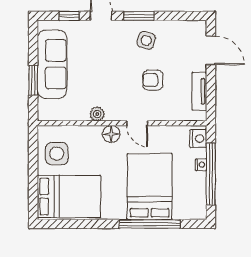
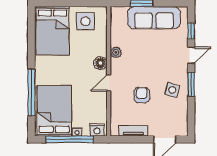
bed: (150, 187) -> (54, 111), moved, turned -90

